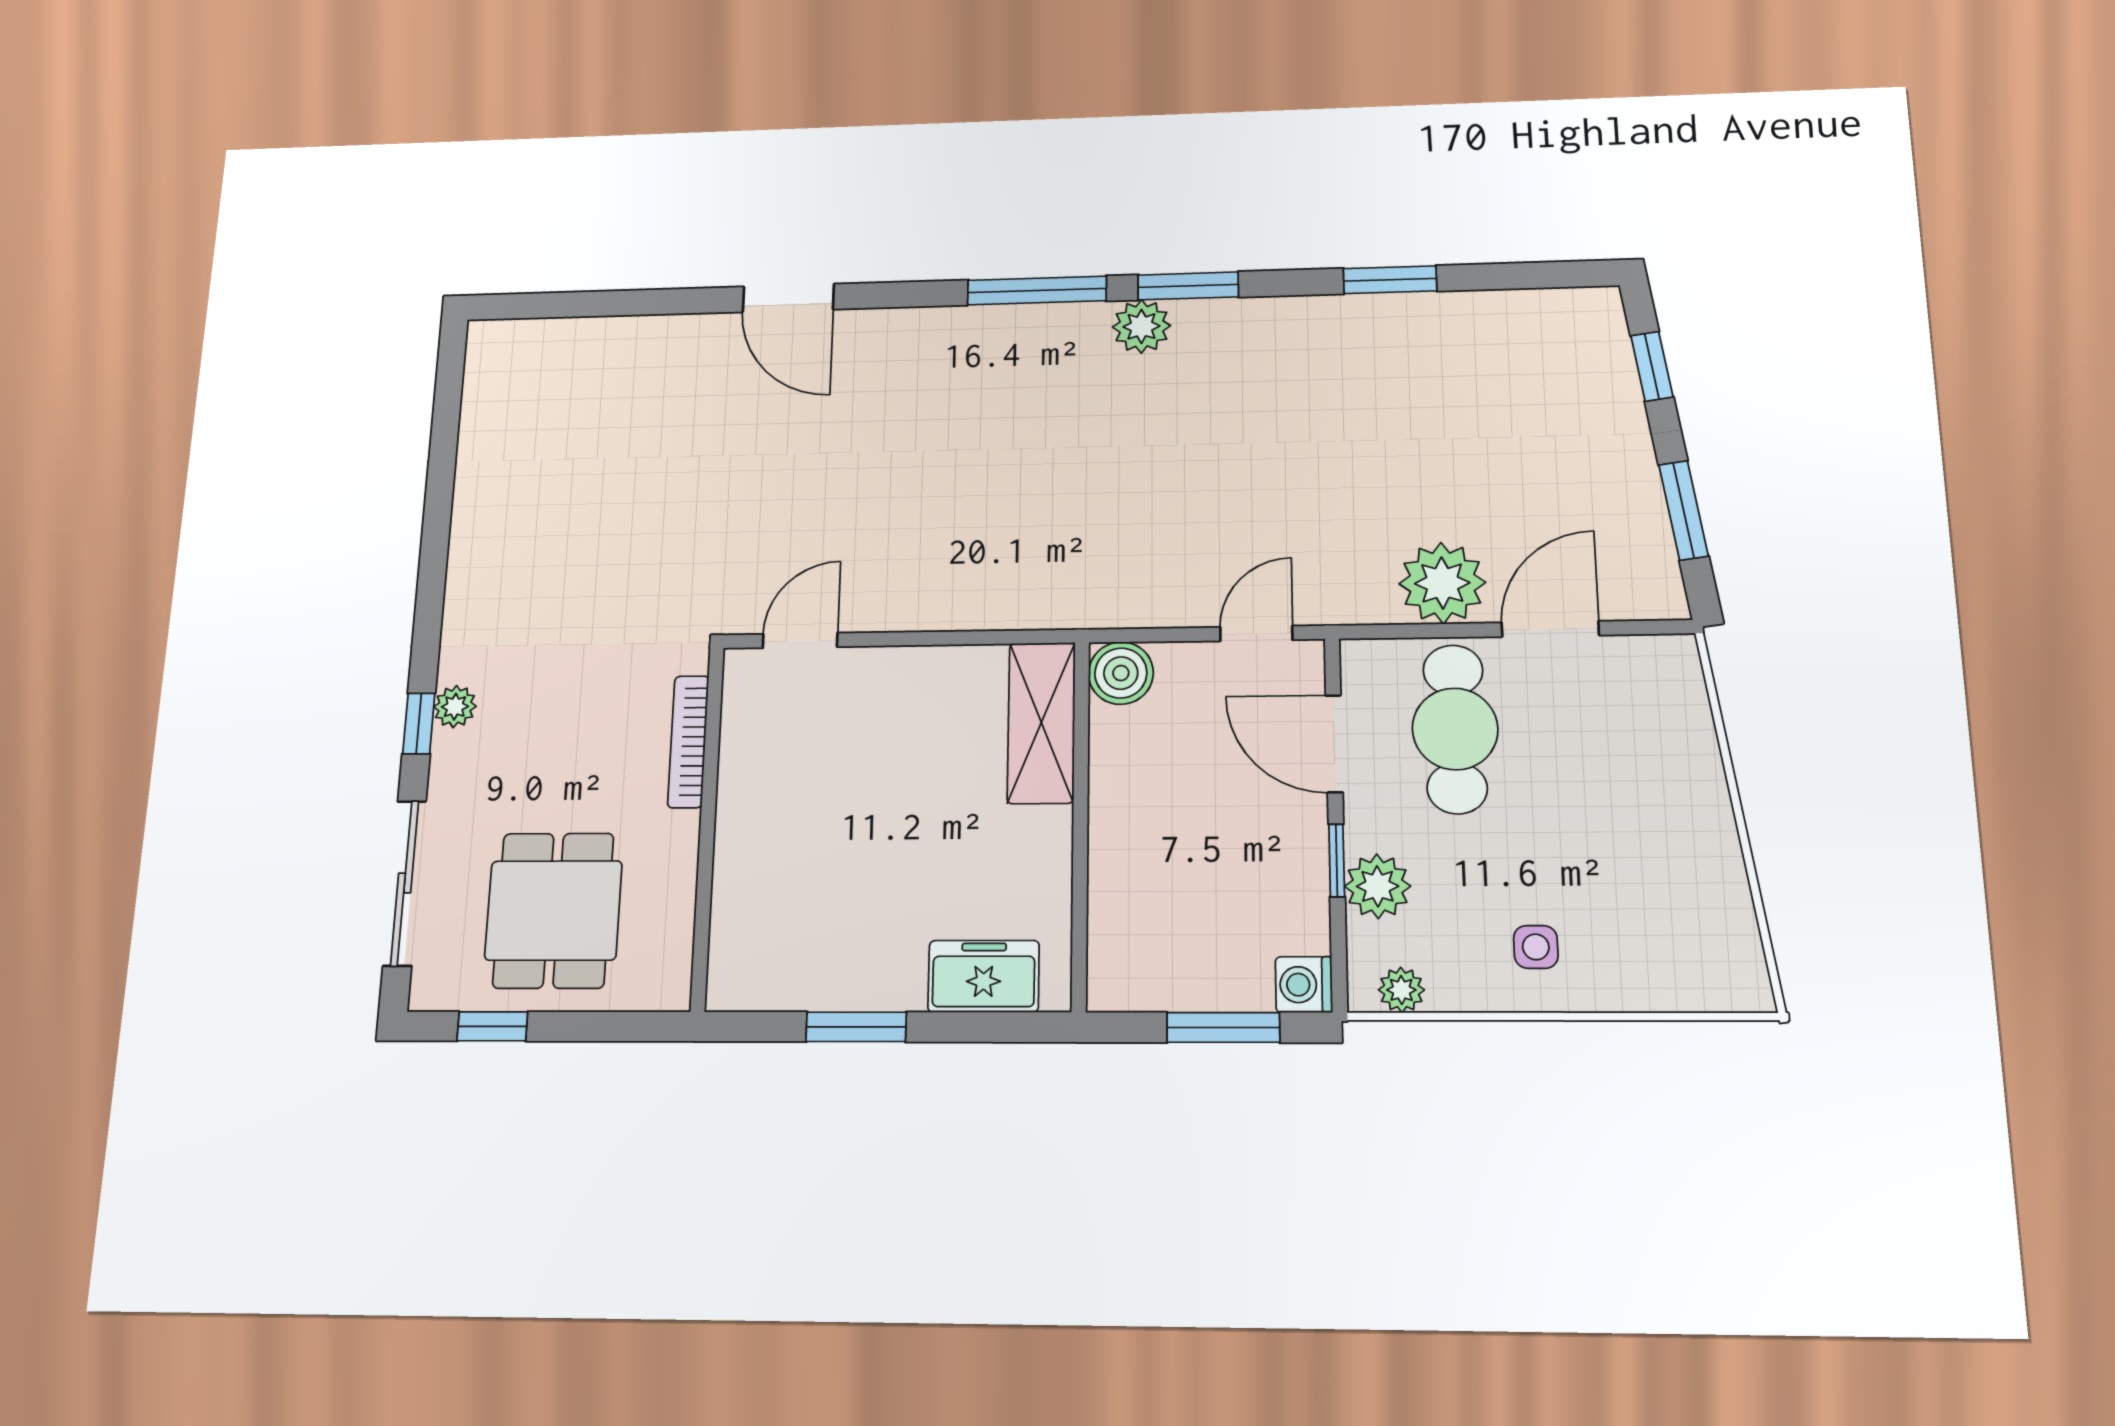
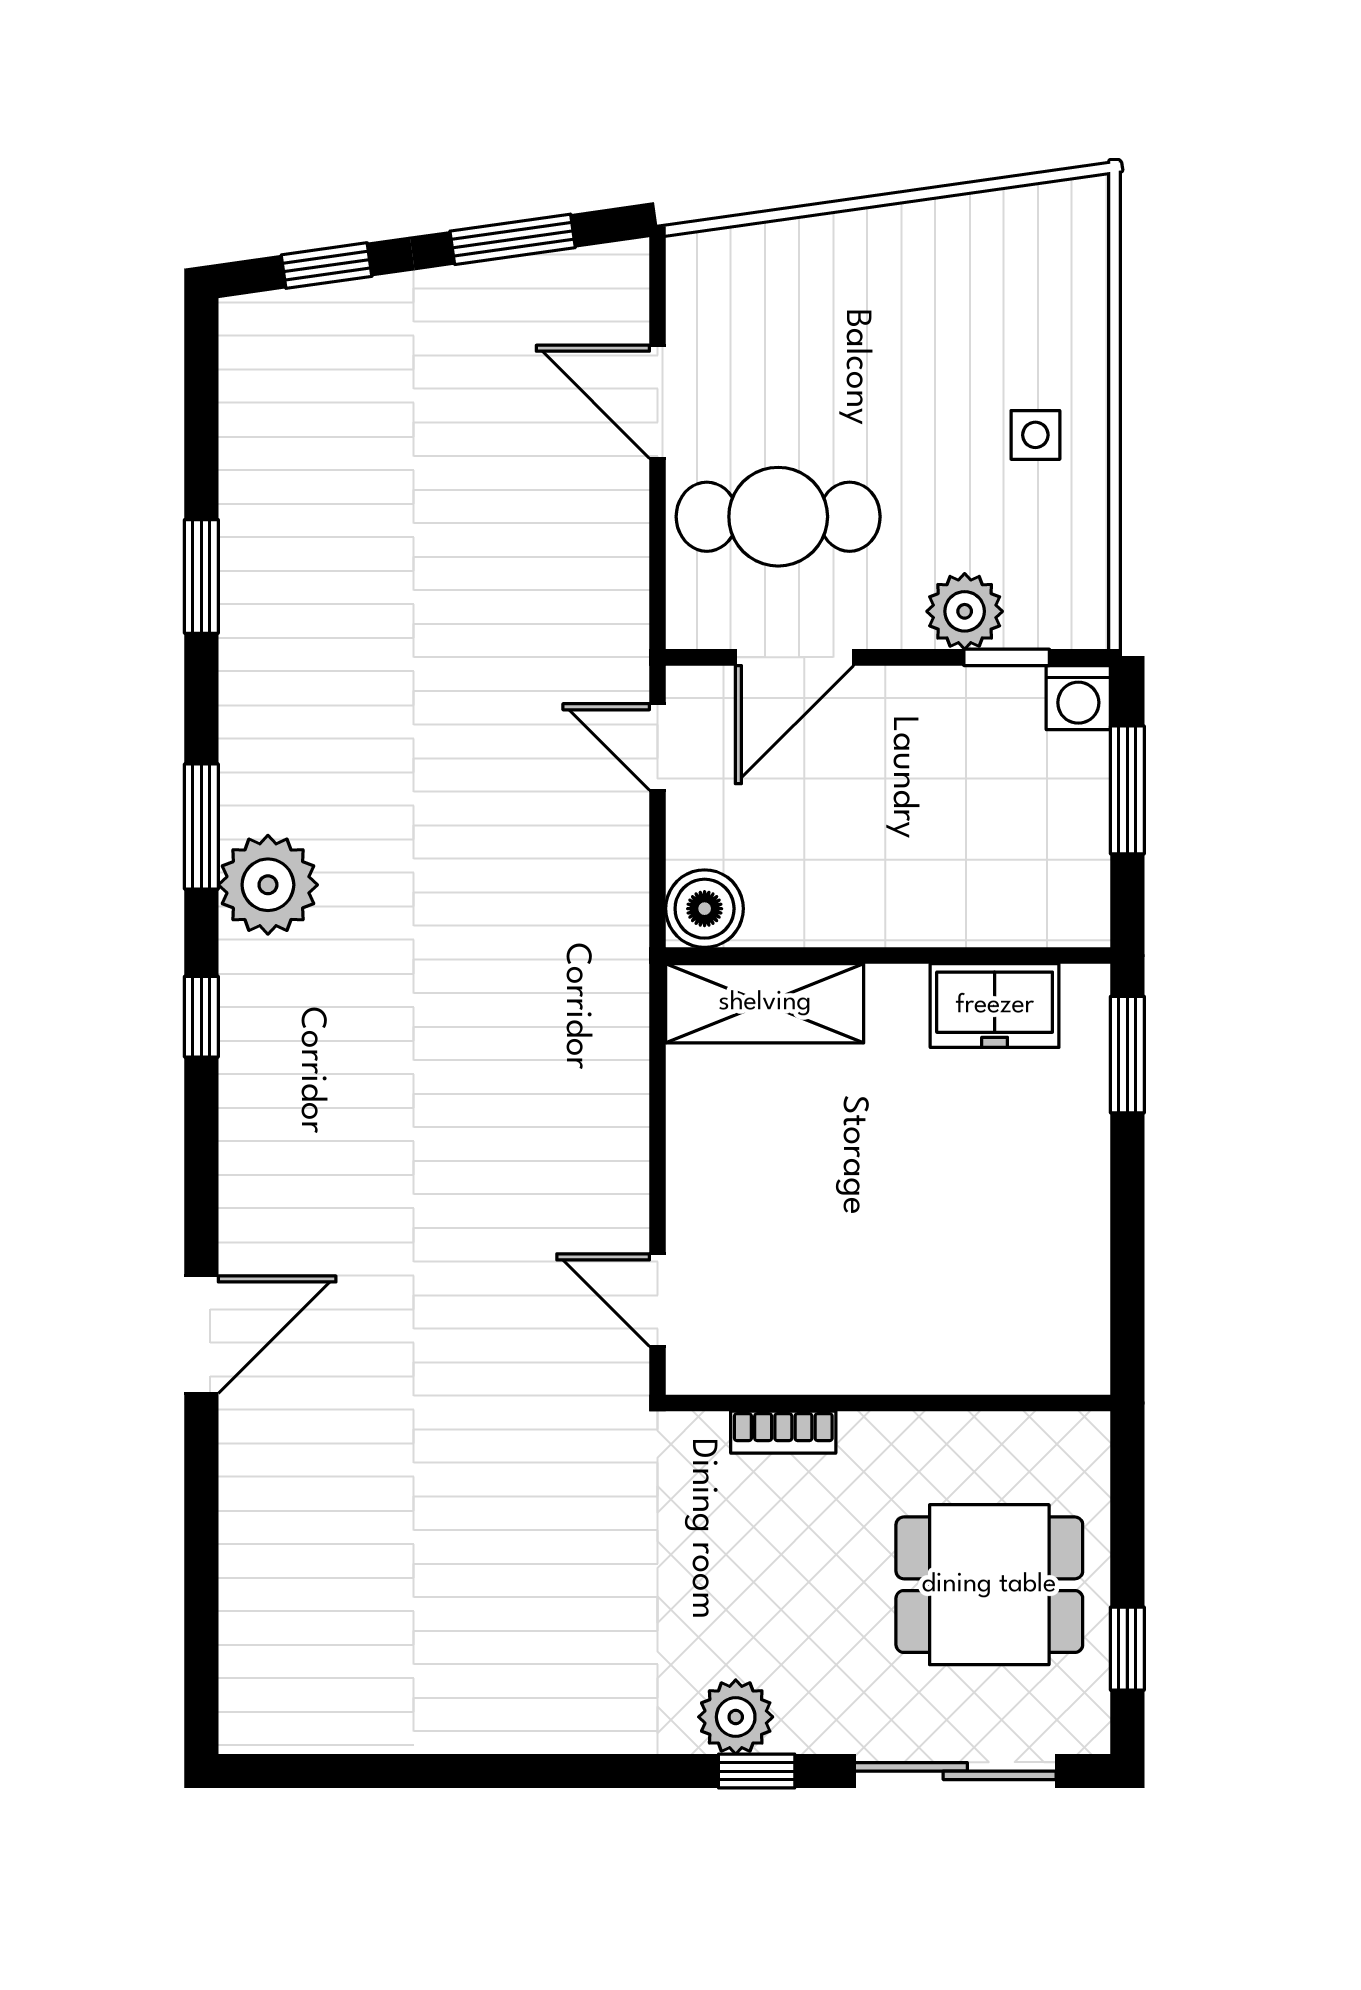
window: (1037, 290) -> (201, 1017), width x0.46
plant: (1141, 326) -> (268, 885), width x1.36, depth x1.36
plant: (1442, 583) -> (598, 526), removed
plant: (455, 707) -> (736, 1717), width x1.38, depth x1.38
bookcase: (688, 742) -> (783, 1432), width x0.64
window: (1337, 860) -> (1007, 657), moved
freezer: (984, 976) -> (995, 1006), moved, turned -90
plant: (1401, 990) -> (1084, 587), removed
window: (856, 1027) -> (1127, 1055), moved

